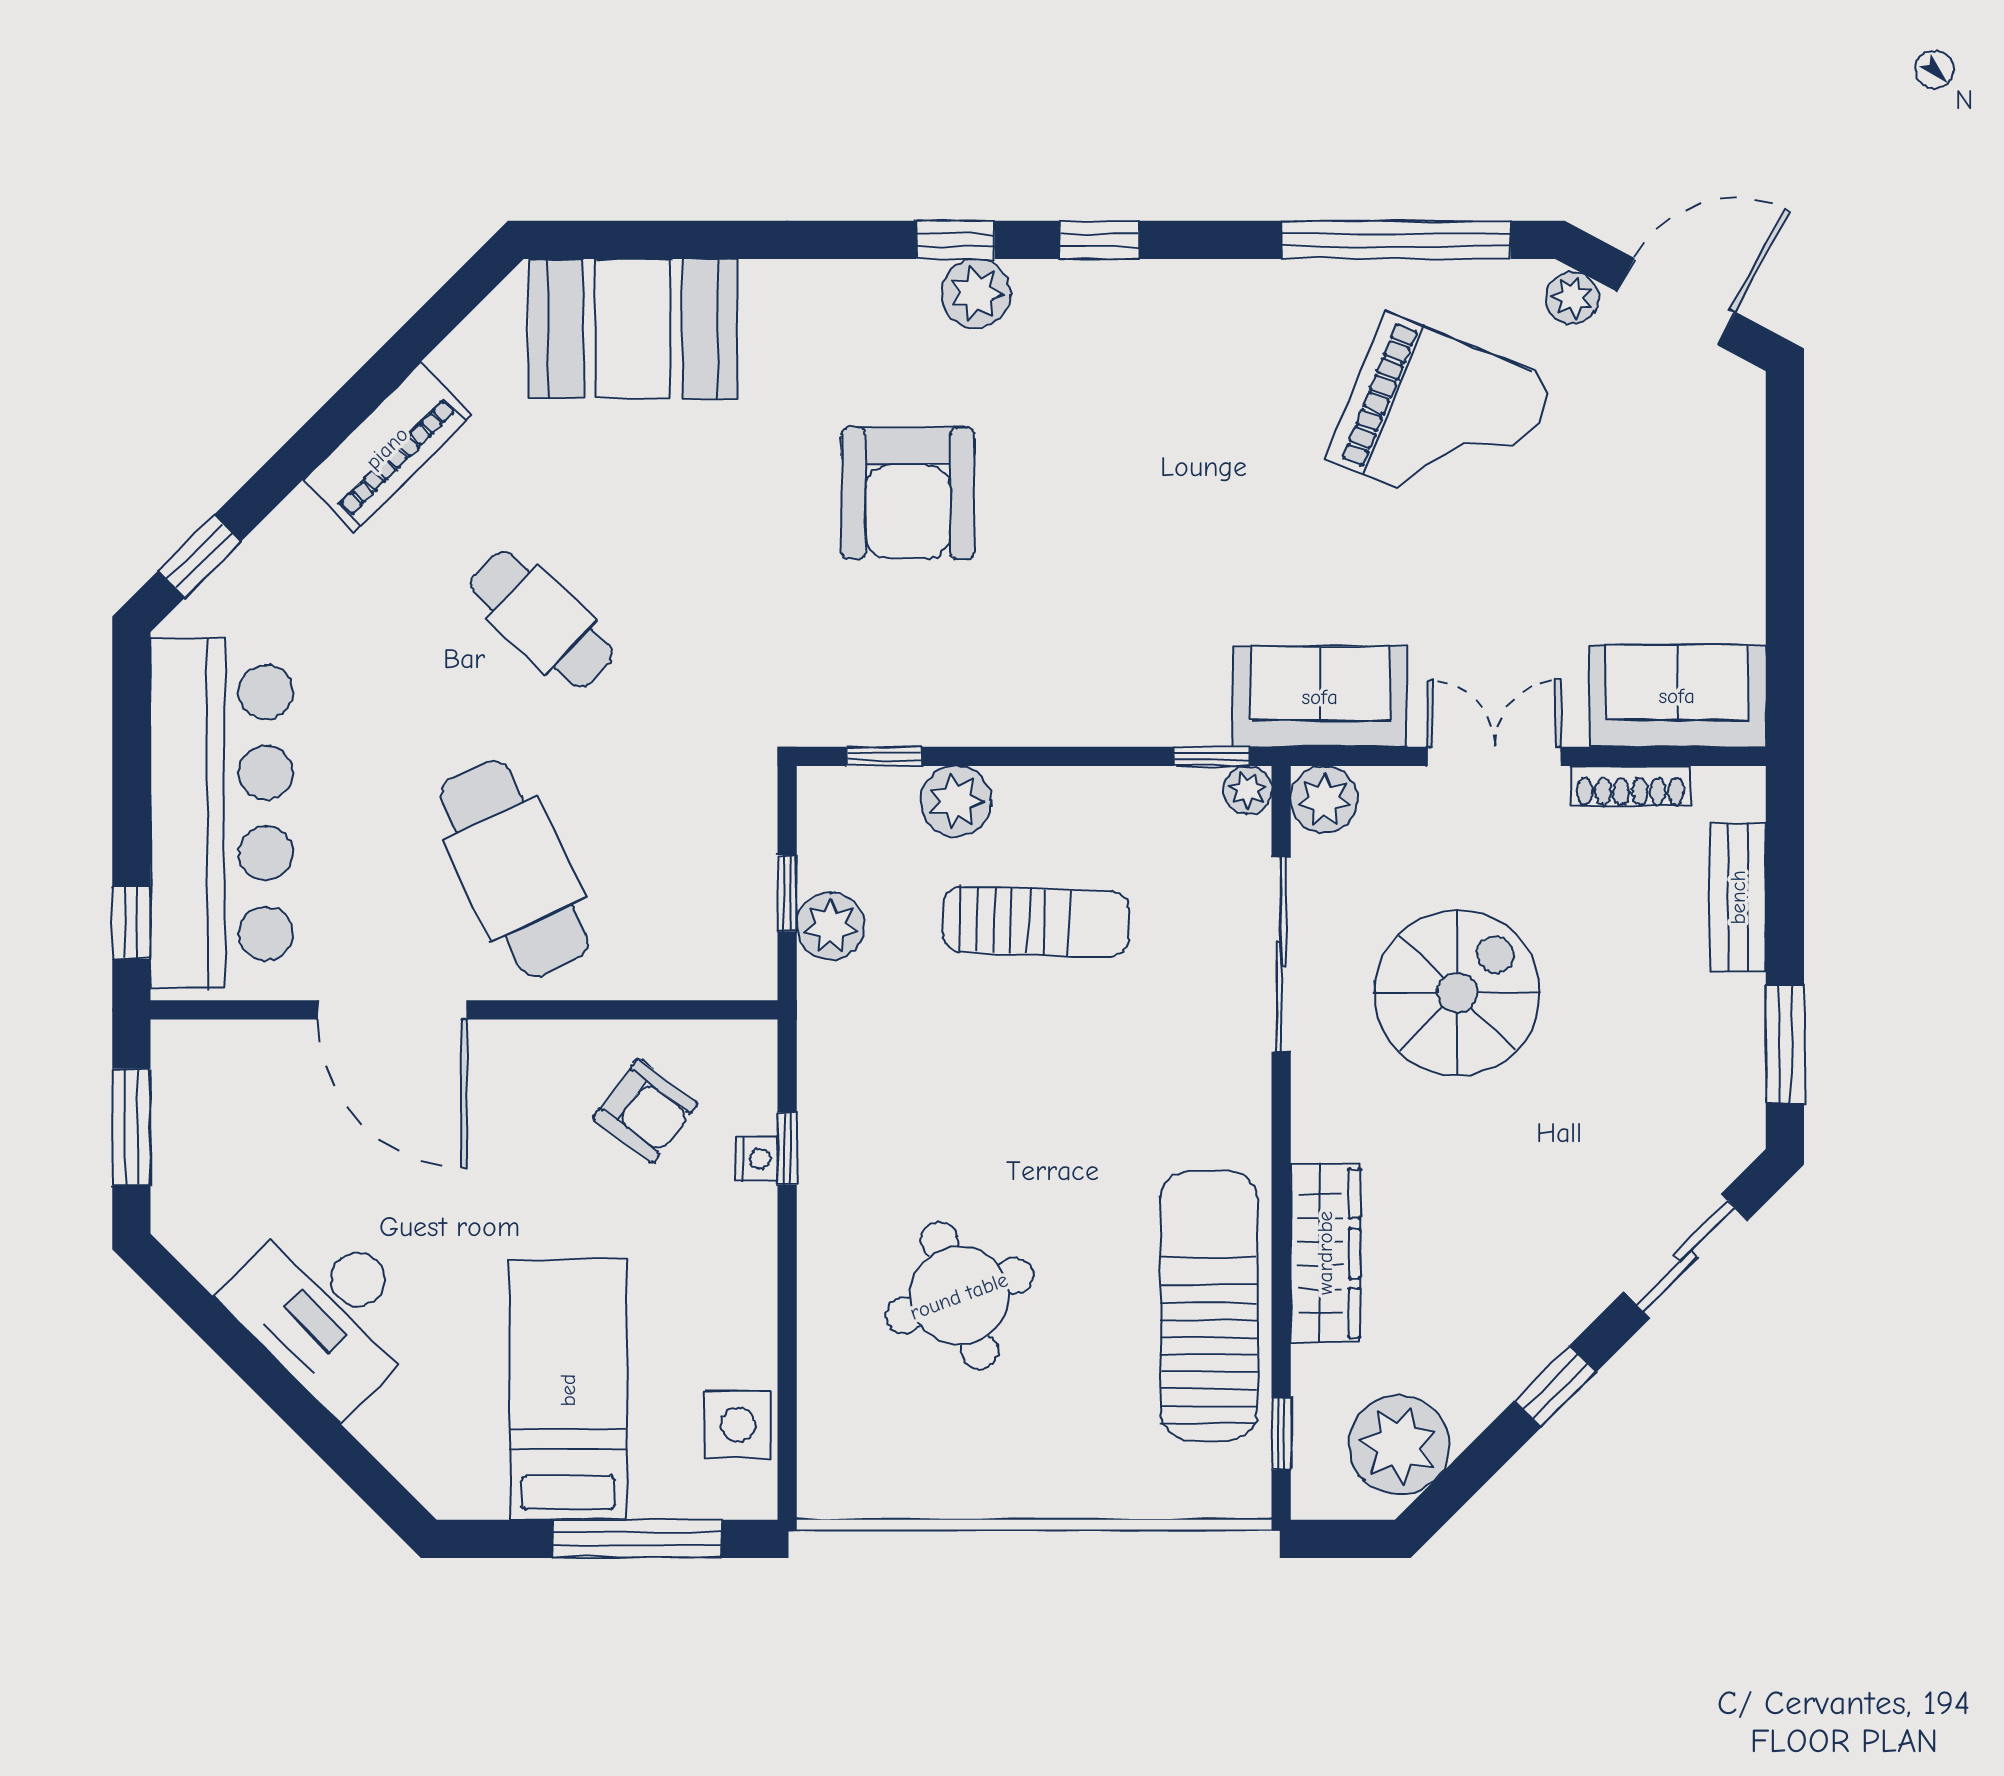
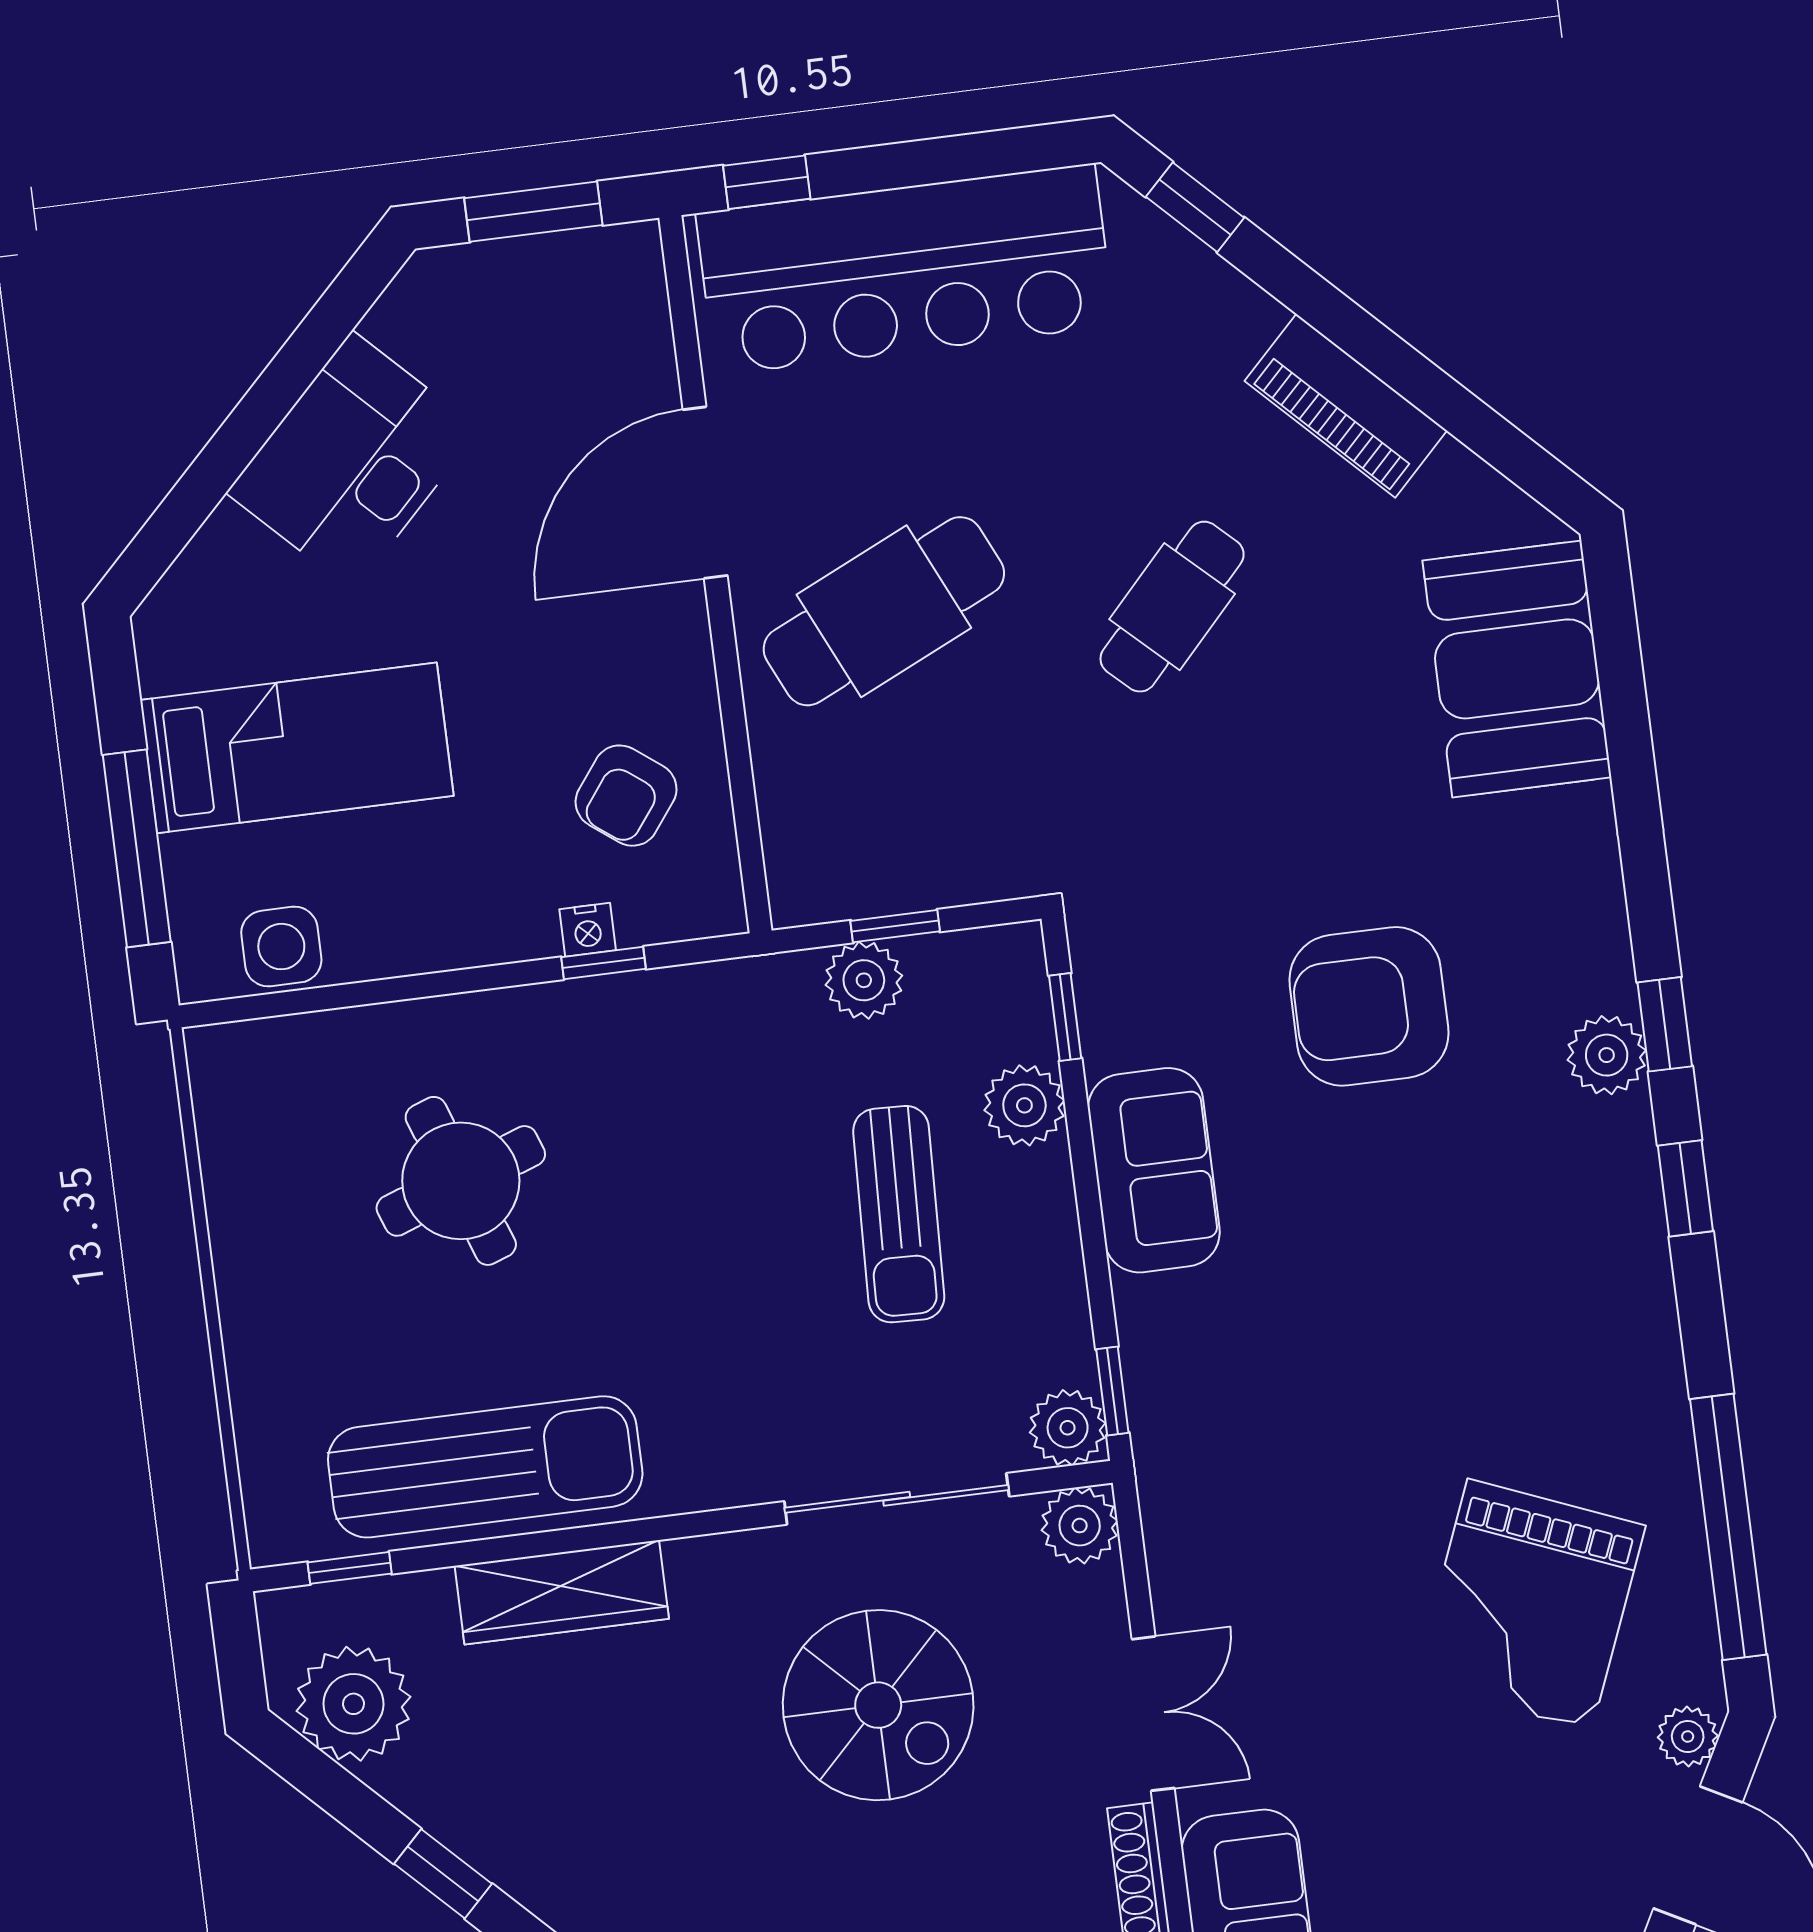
sofa: (1320, 697) -> (1154, 1170), moved
plant: (1248, 790) -> (1068, 1428), width x1.38, depth x1.38

